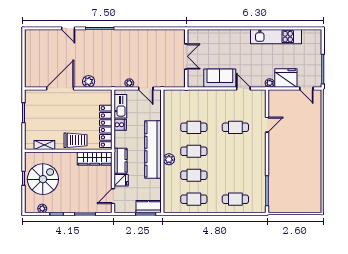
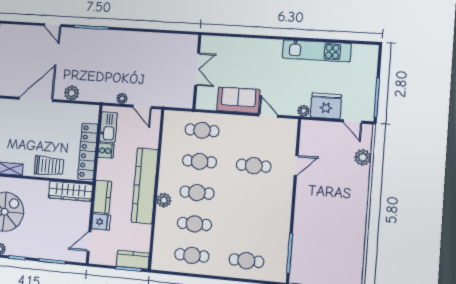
cafe table: (194, 103) -> (202, 130), added
plant: (316, 115) -> (363, 157), added

